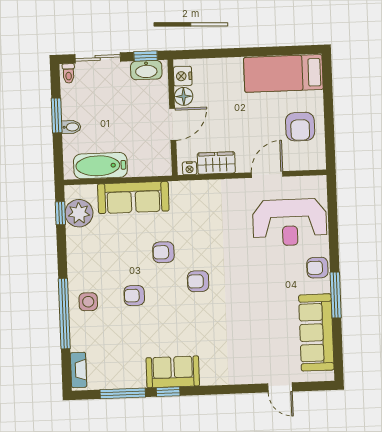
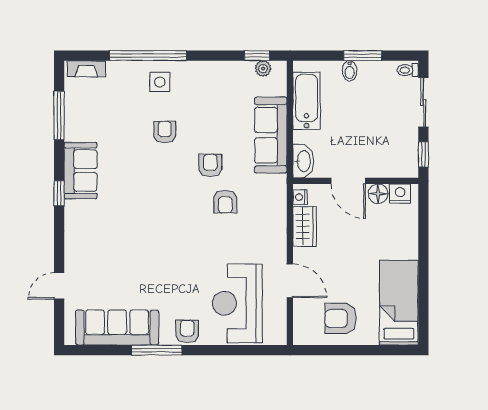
washbasin: (146, 70) -> (303, 161), moved, turned 180
plant: (79, 213) -> (263, 69), width x0.53, depth x0.53
armchair: (198, 281) -> (225, 202), moved, turned 180
window: (168, 392) -> (59, 193), moved

